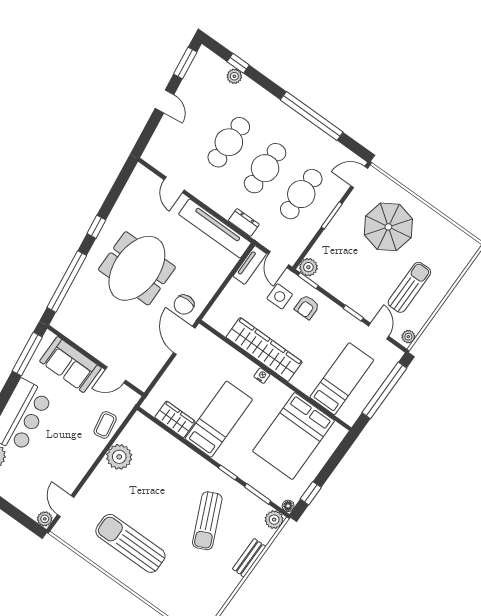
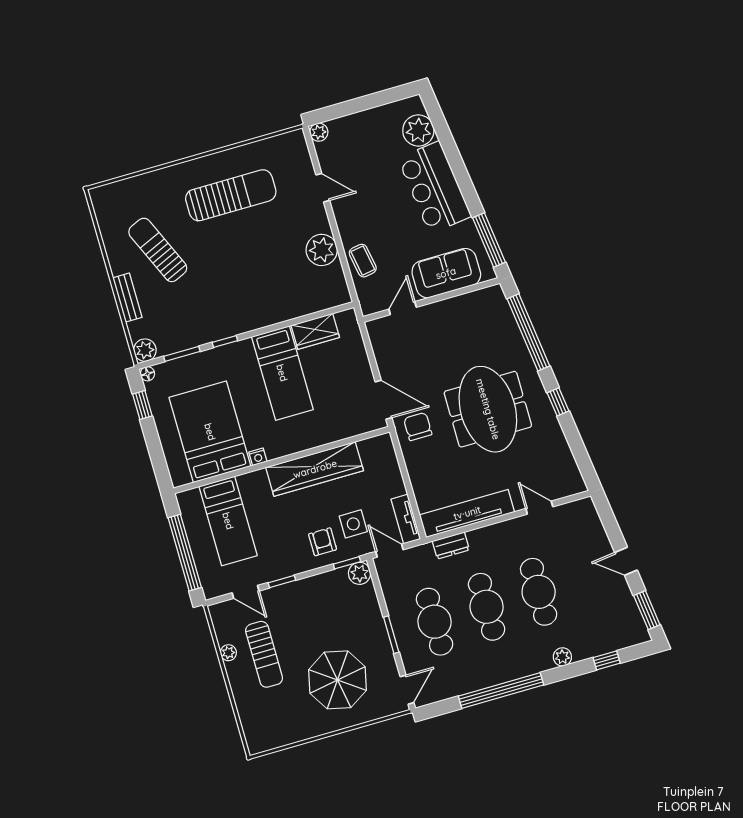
plant: (234, 76) -> (562, 657), moved
plant: (408, 337) -> (228, 653), moved
nightstand: (262, 376) -> (258, 457), moved
door: (66, 506) -> (323, 188), moved
sun lounger: (207, 521) -> (158, 250), moved

